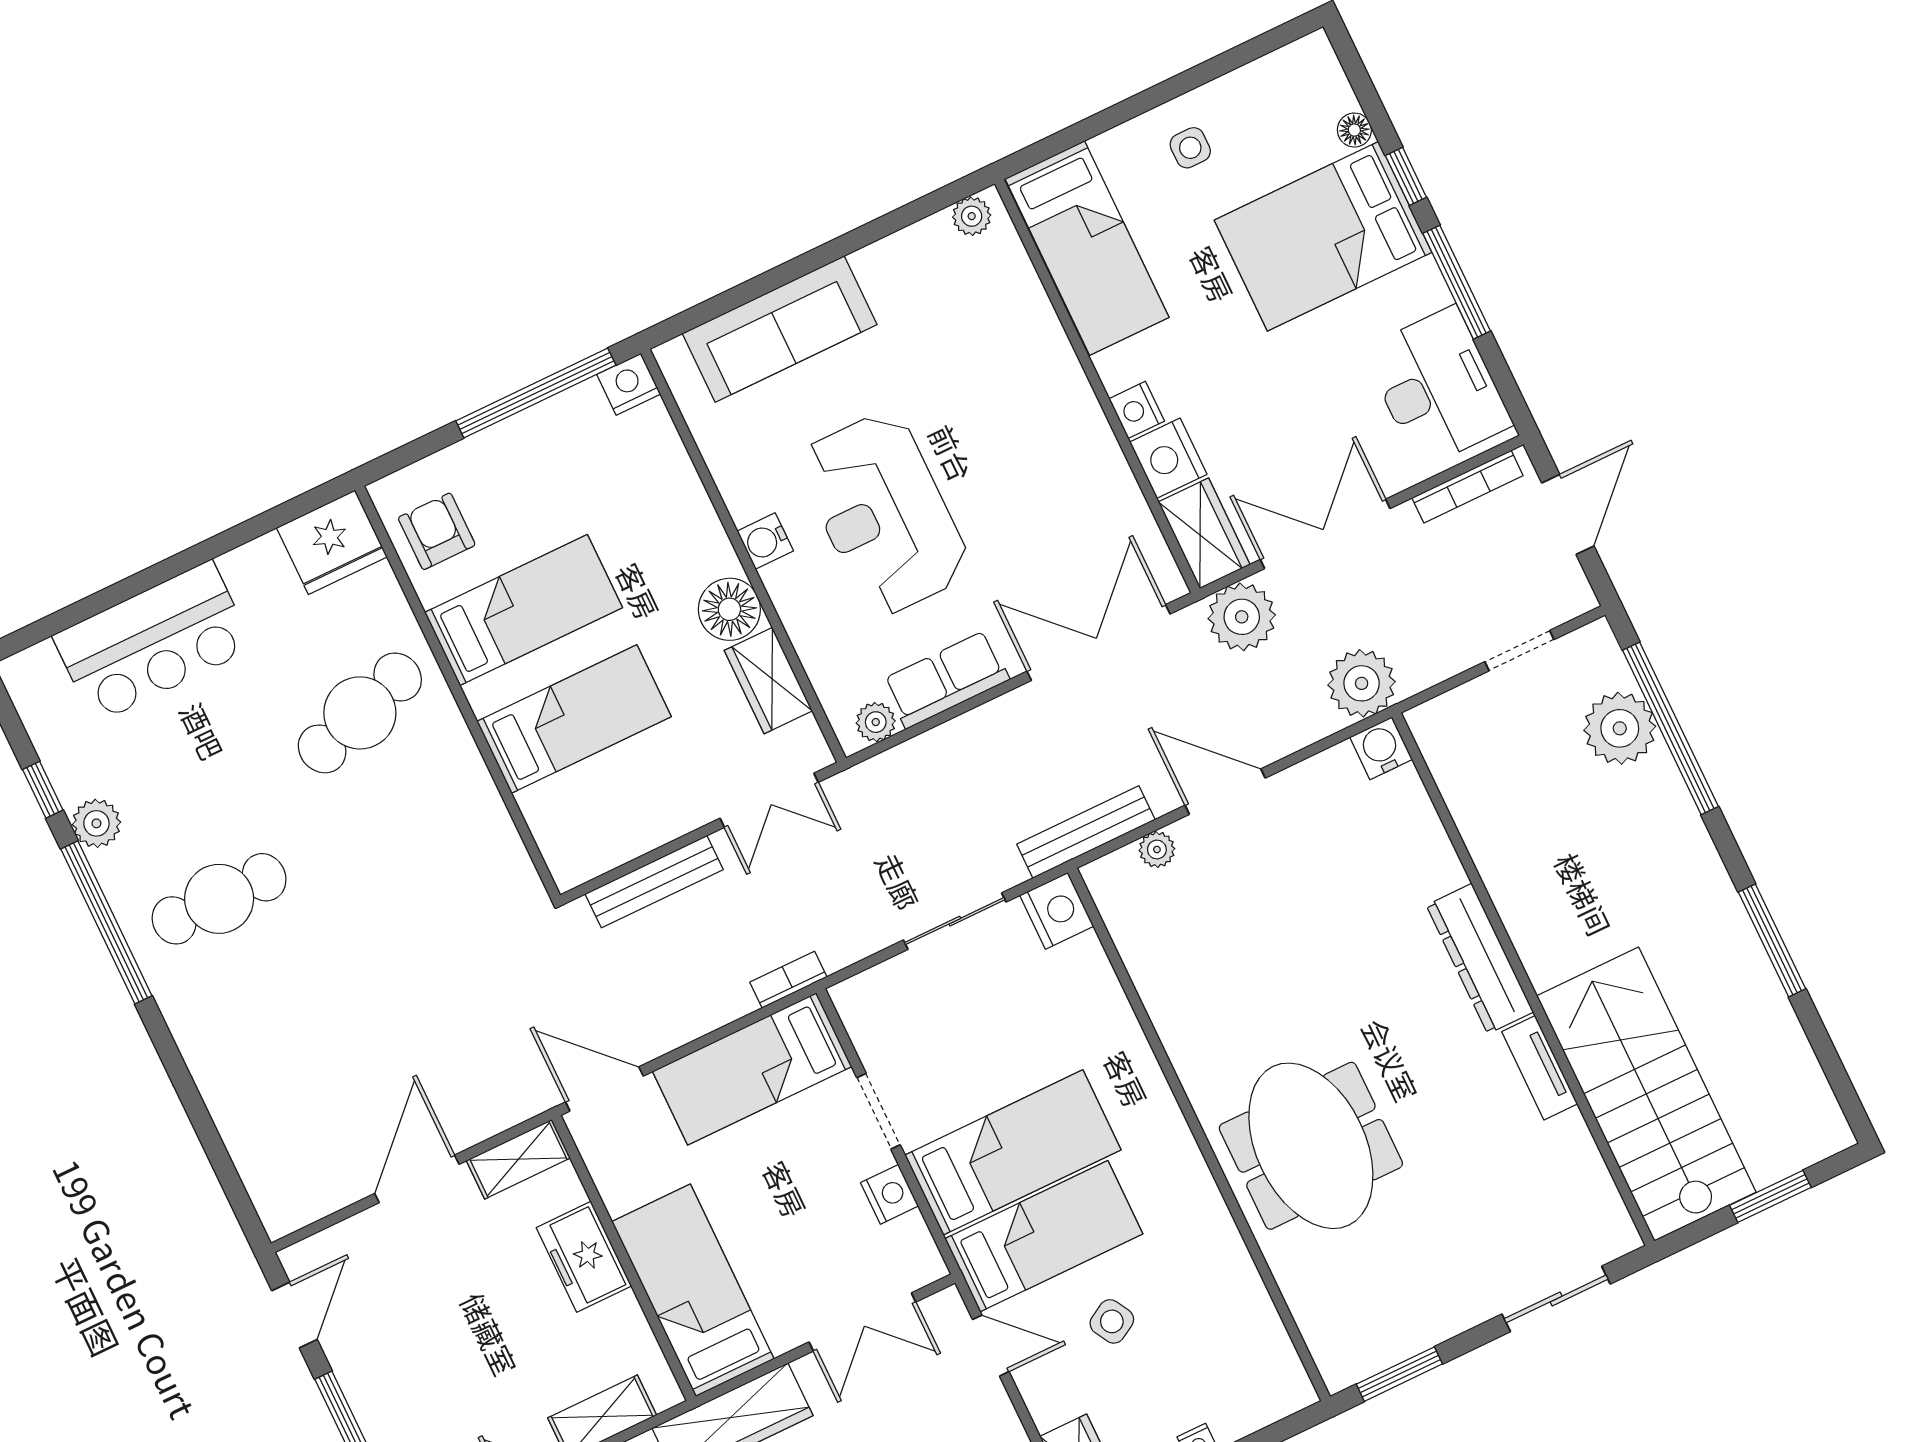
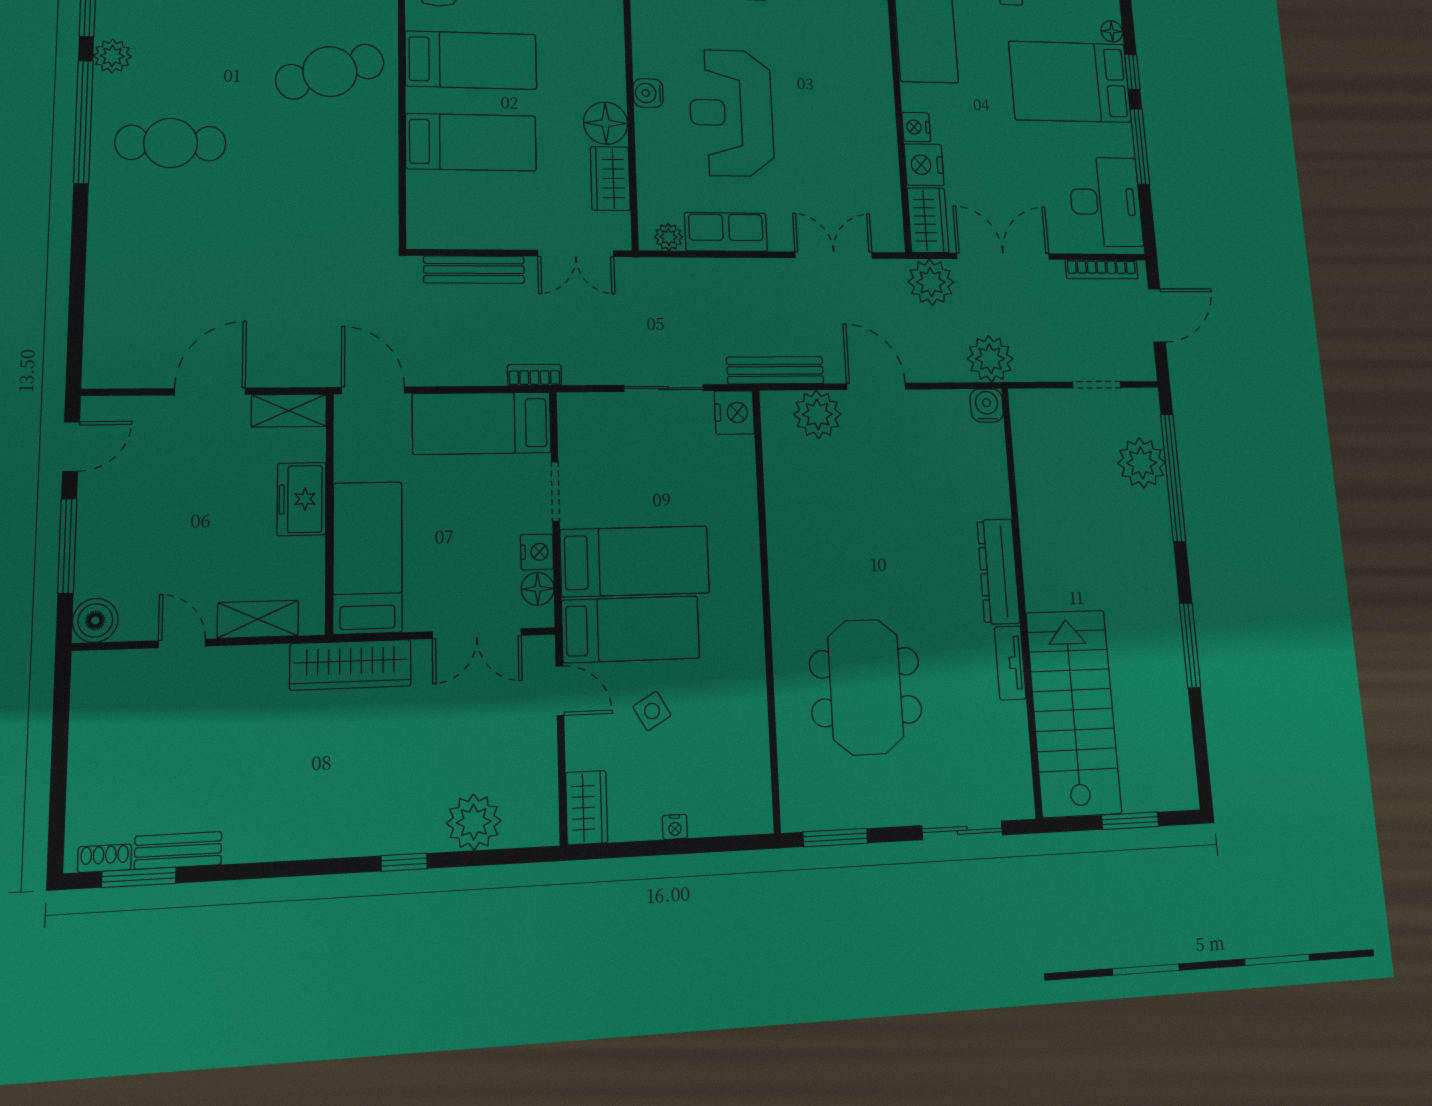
double door: (1098, 643) -> (834, 255), width x0.73
plant: (1157, 850) -> (817, 414), width x1.88, depth x1.88
meeting table: (1311, 1146) -> (865, 687), moved
floor lamp: (910, 1238) -> (538, 589), added

